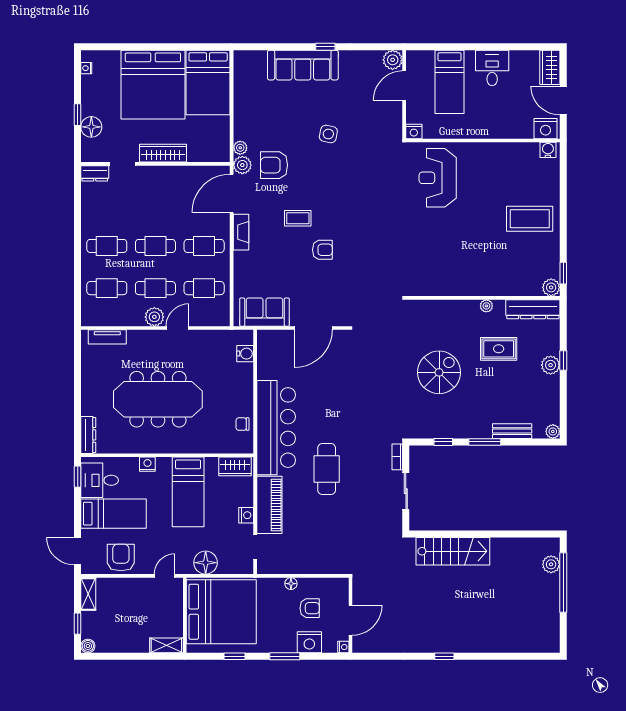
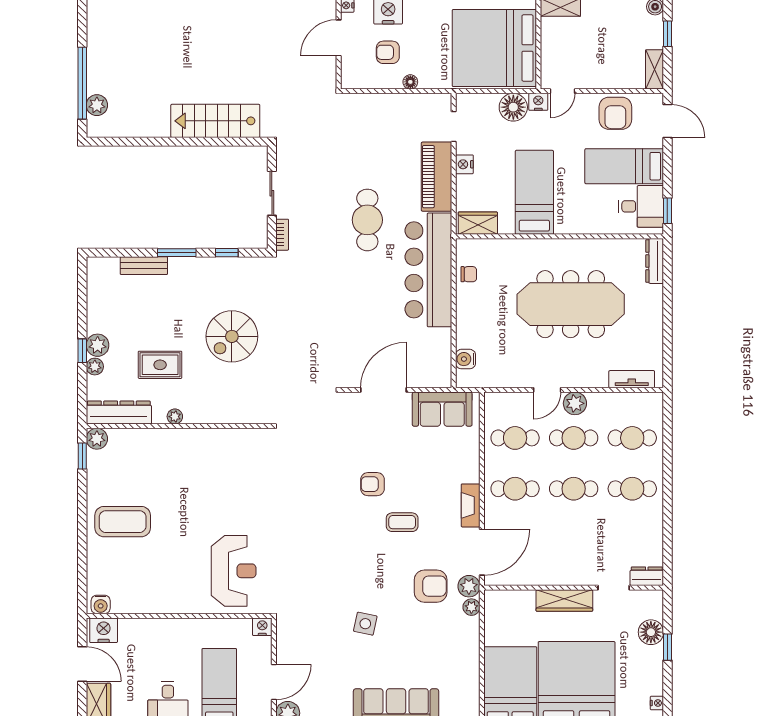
plant: (553, 431) -> (95, 367), moved
nightstand: (147, 464) -> (538, 102), moved, turned 180

